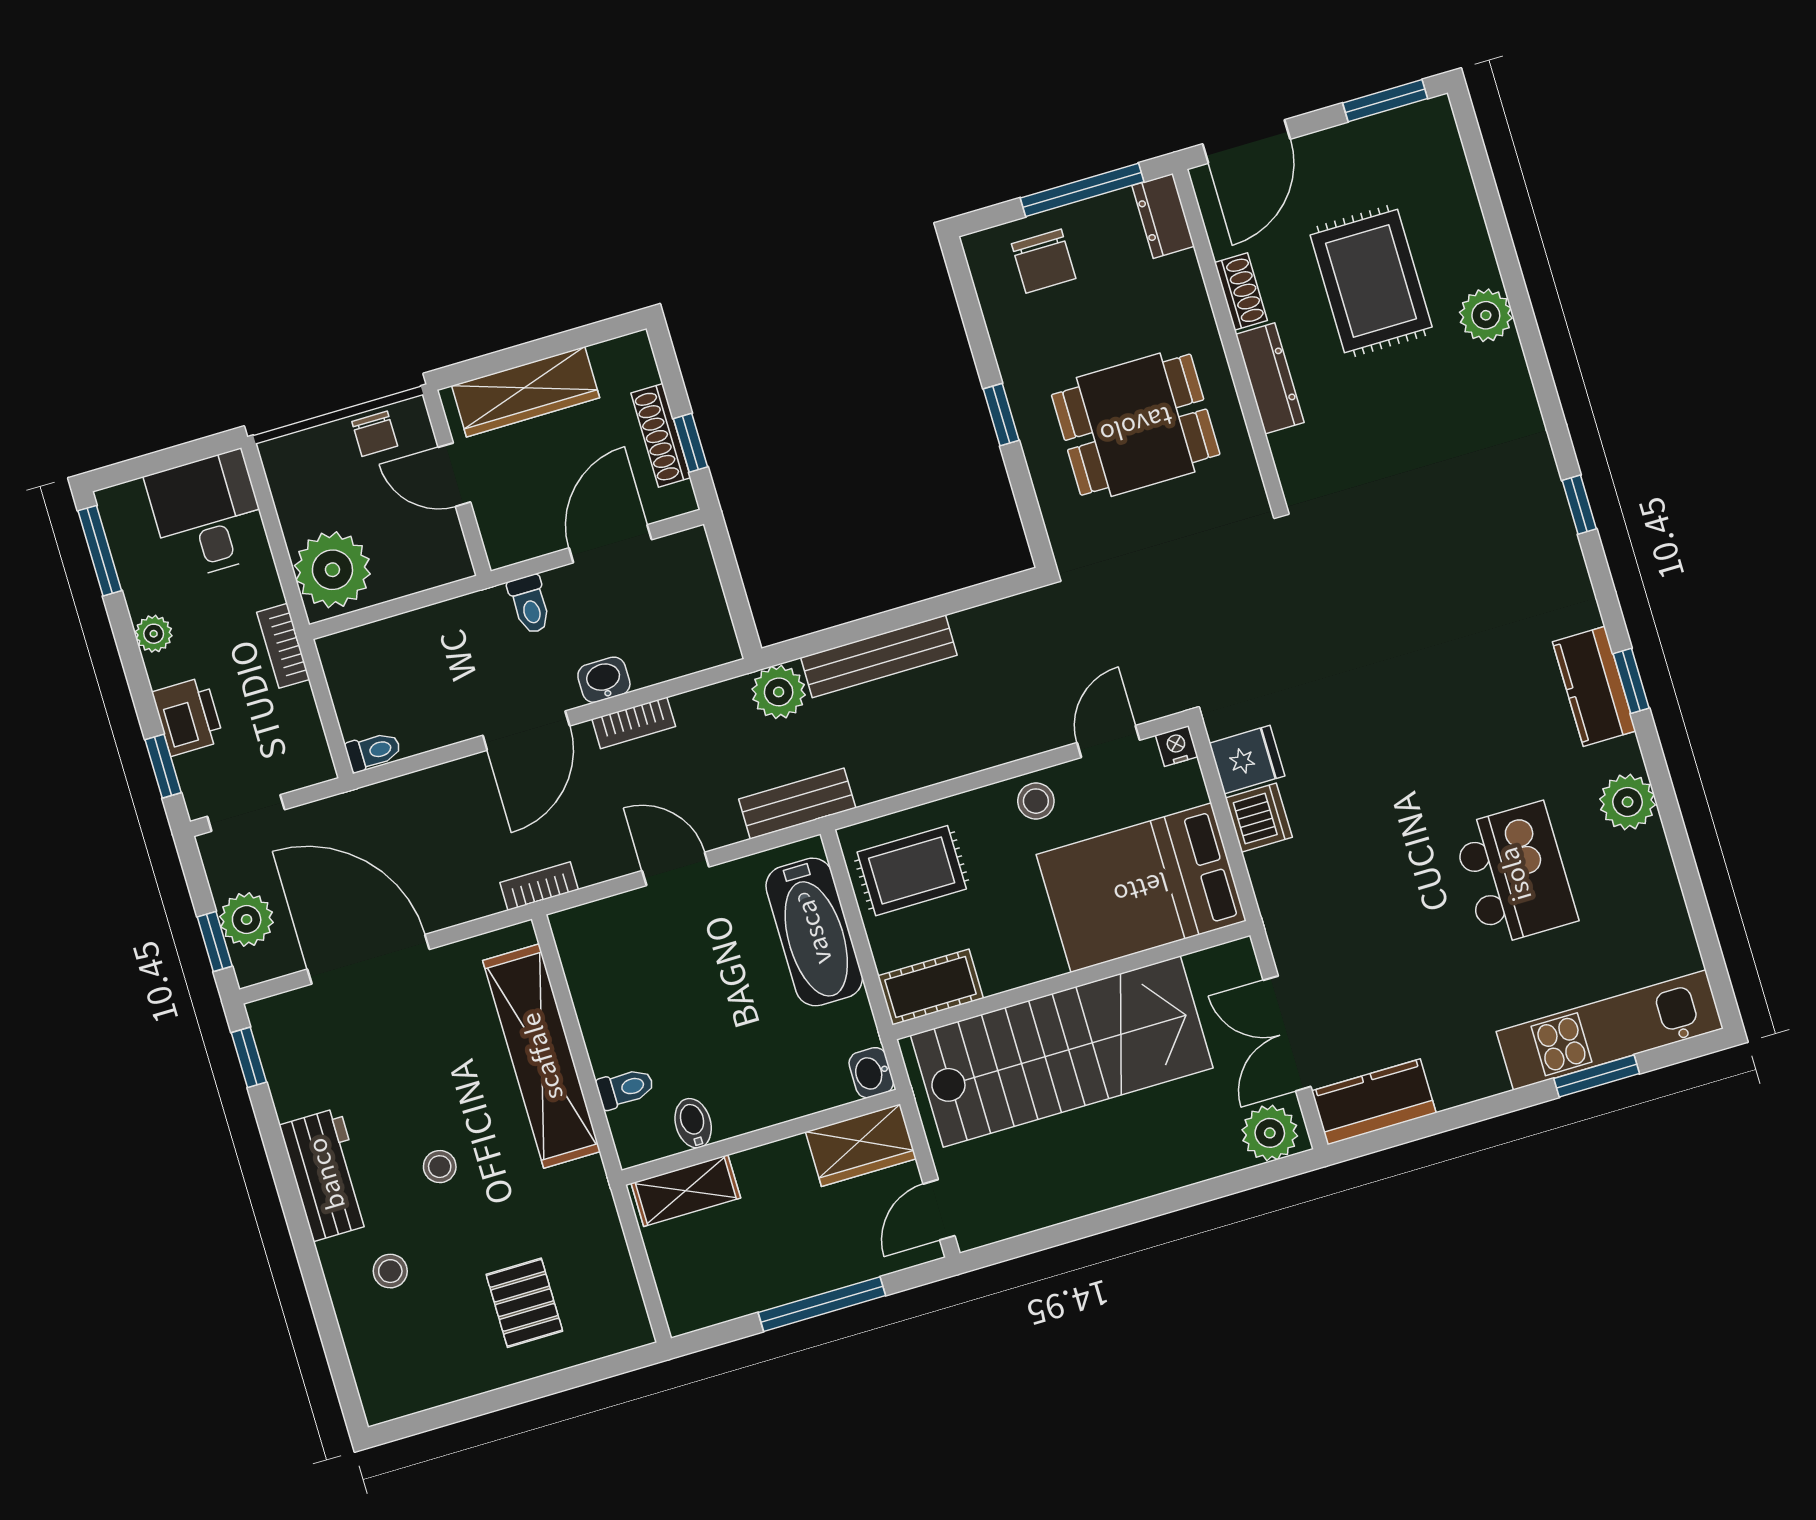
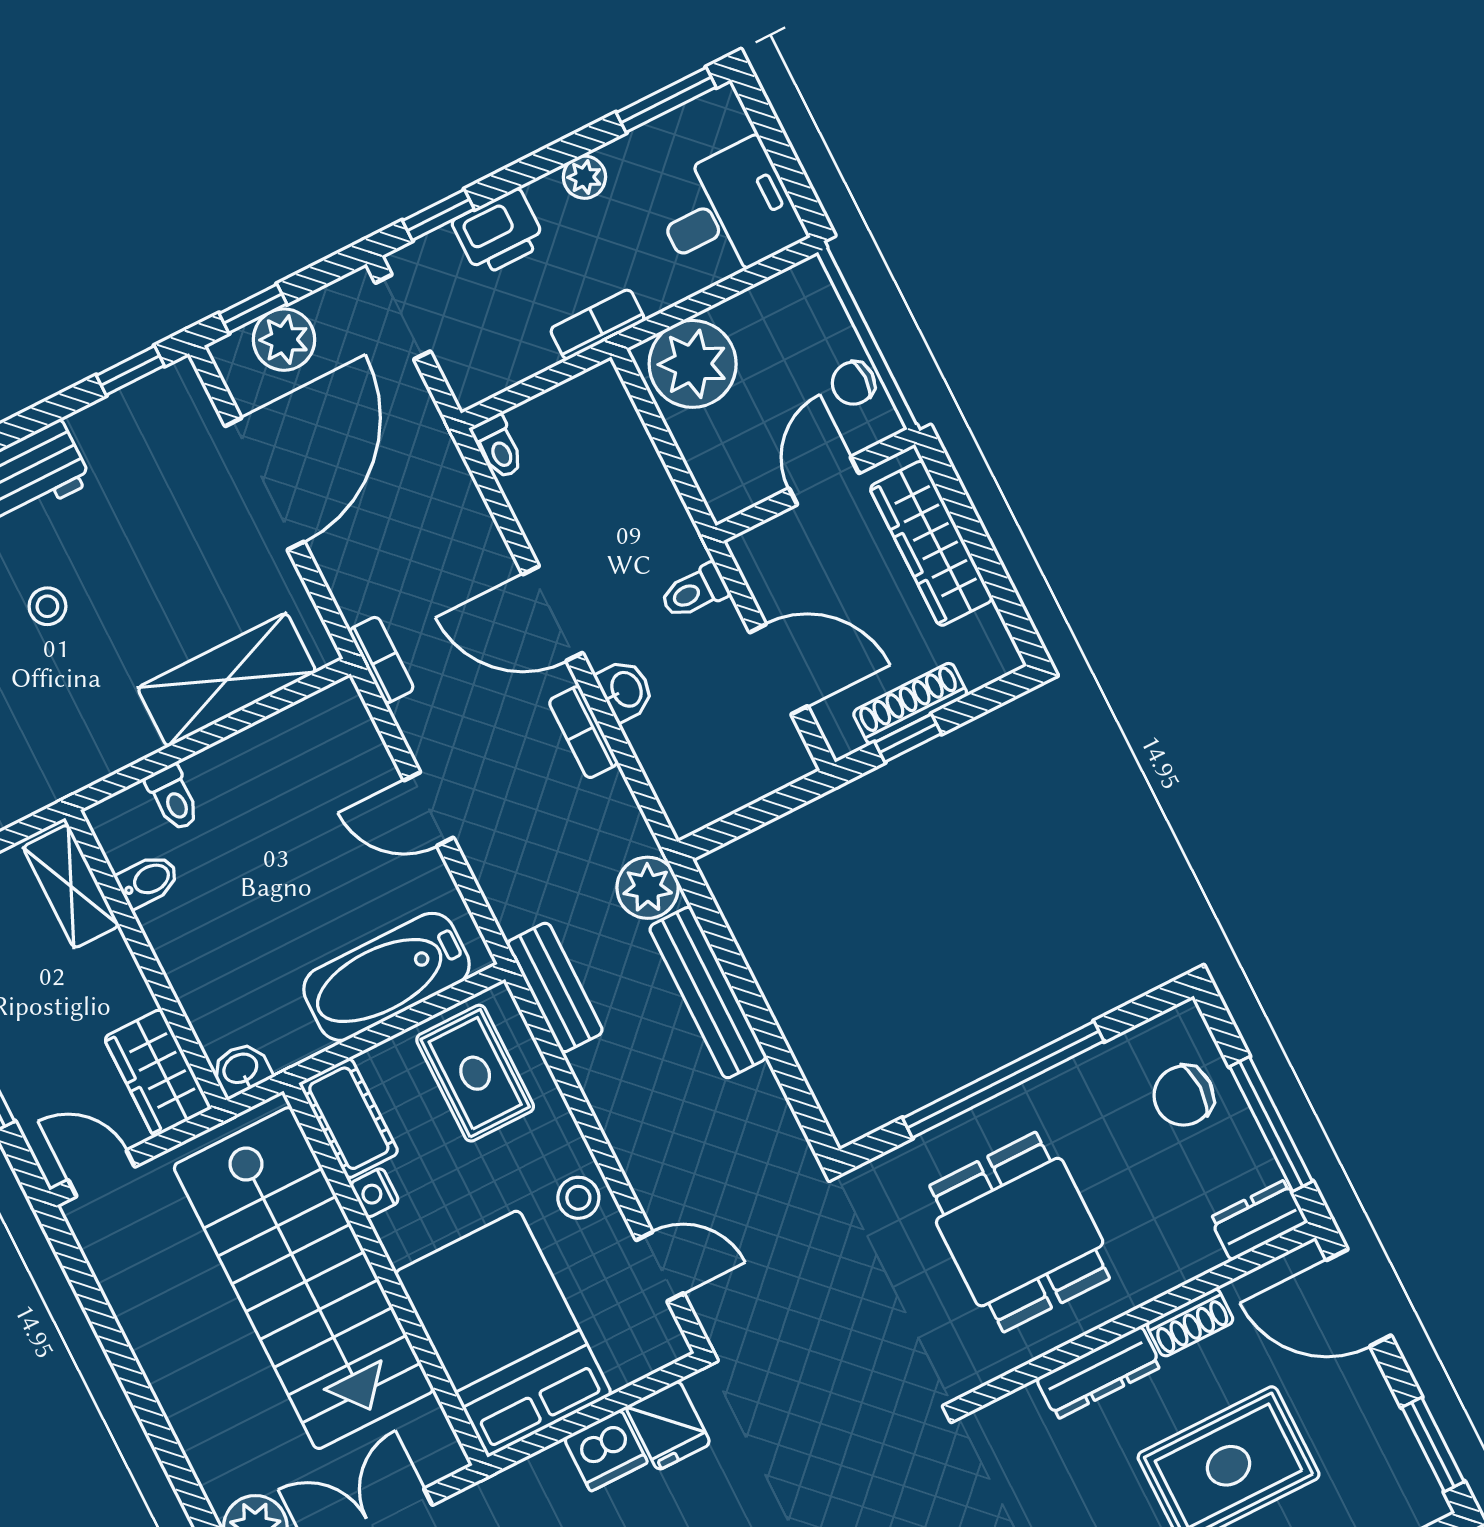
window: (1001, 415) -> (1003, 1080), width x3.17
nightstand: (1177, 746) -> (375, 1193), moved, turned 180
bench: (797, 804) -> (555, 987), moved
door: (676, 869) -> (429, 809), swing flipped
shelving: (542, 1056) -> (227, 680), width x0.68

